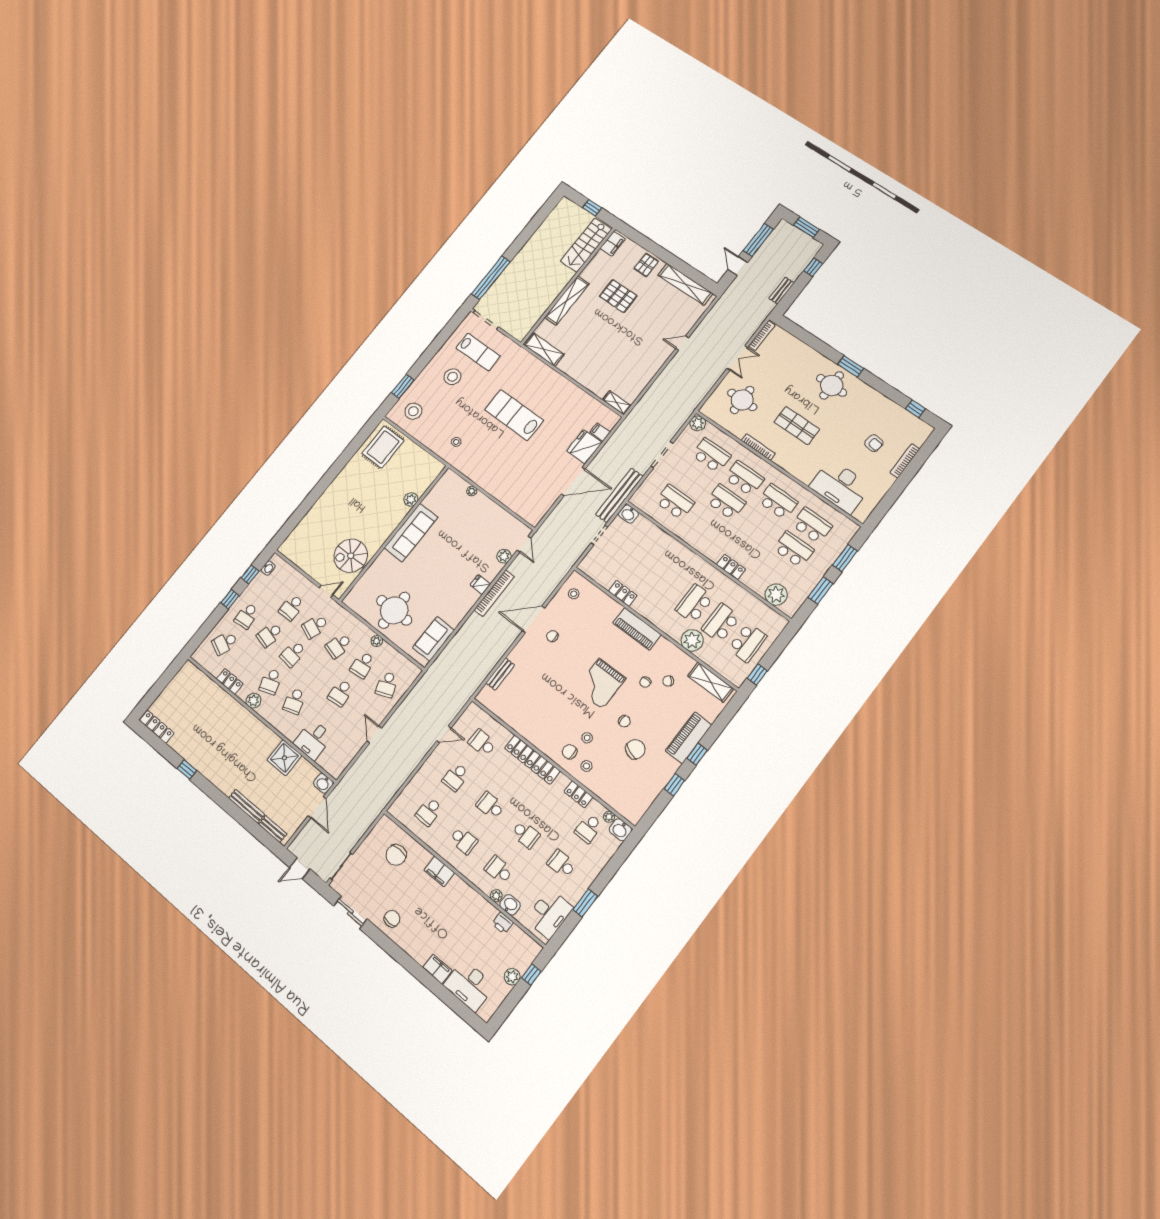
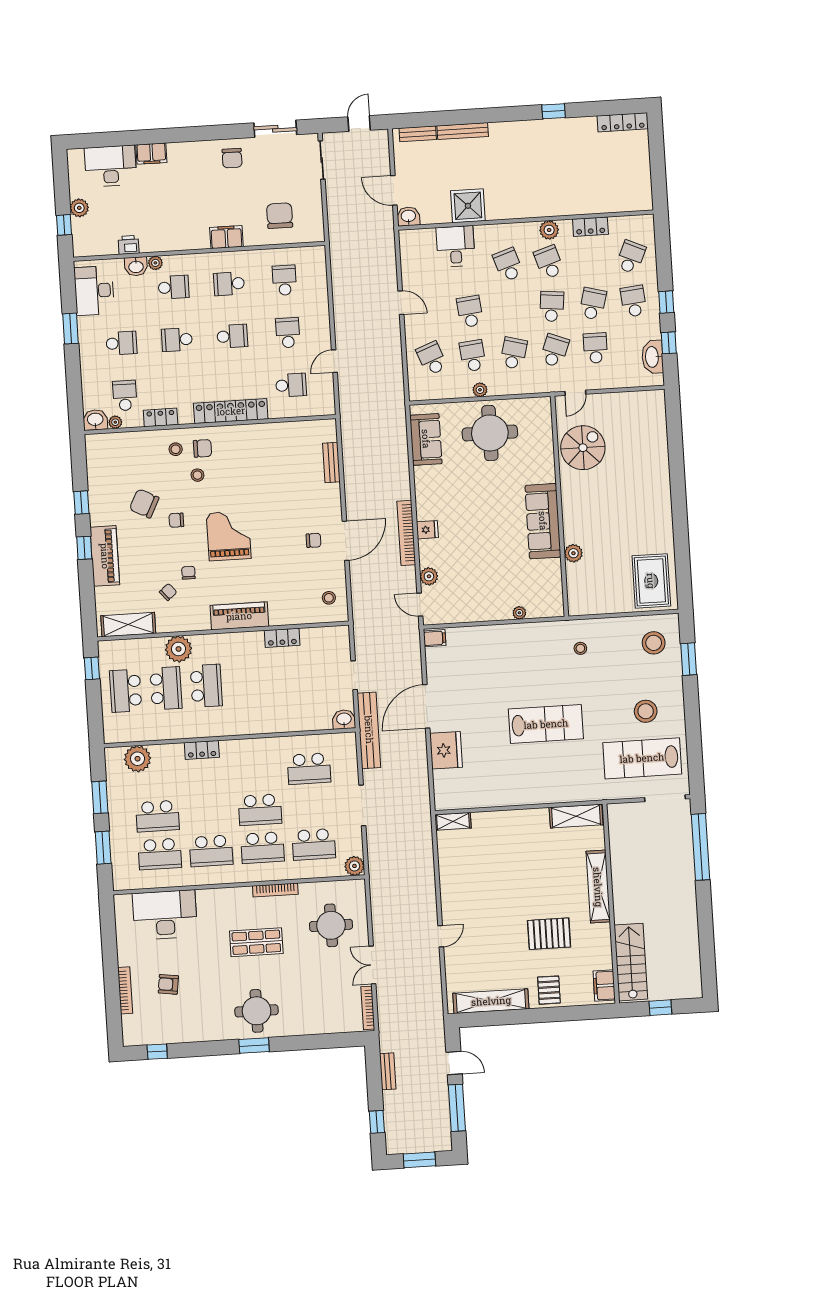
lab bench: (478, 352) -> (642, 758), width x1.36, depth x1.39
filing cabinet: (600, 432) -> (435, 638), moved
washbasin: (268, 568) -> (653, 357), width x1.91, depth x1.45
chair: (635, 749) -> (144, 503), turned 95

